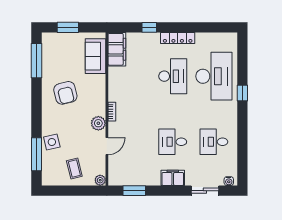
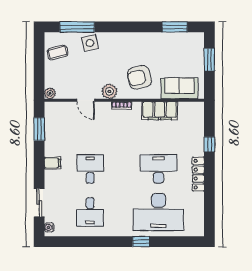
filing cabinet: (117, 49) -> (160, 111), moved
window: (36, 61) -> (175, 27), width x0.69
desk: (173, 76) -> (158, 169), turned 180
armchair: (65, 93) -> (139, 77), moved
desk: (214, 142) -> (90, 212), turned 180
coffee table: (74, 168) -> (58, 53), moved
filing cabinet: (173, 178) -> (53, 163), width x0.50

